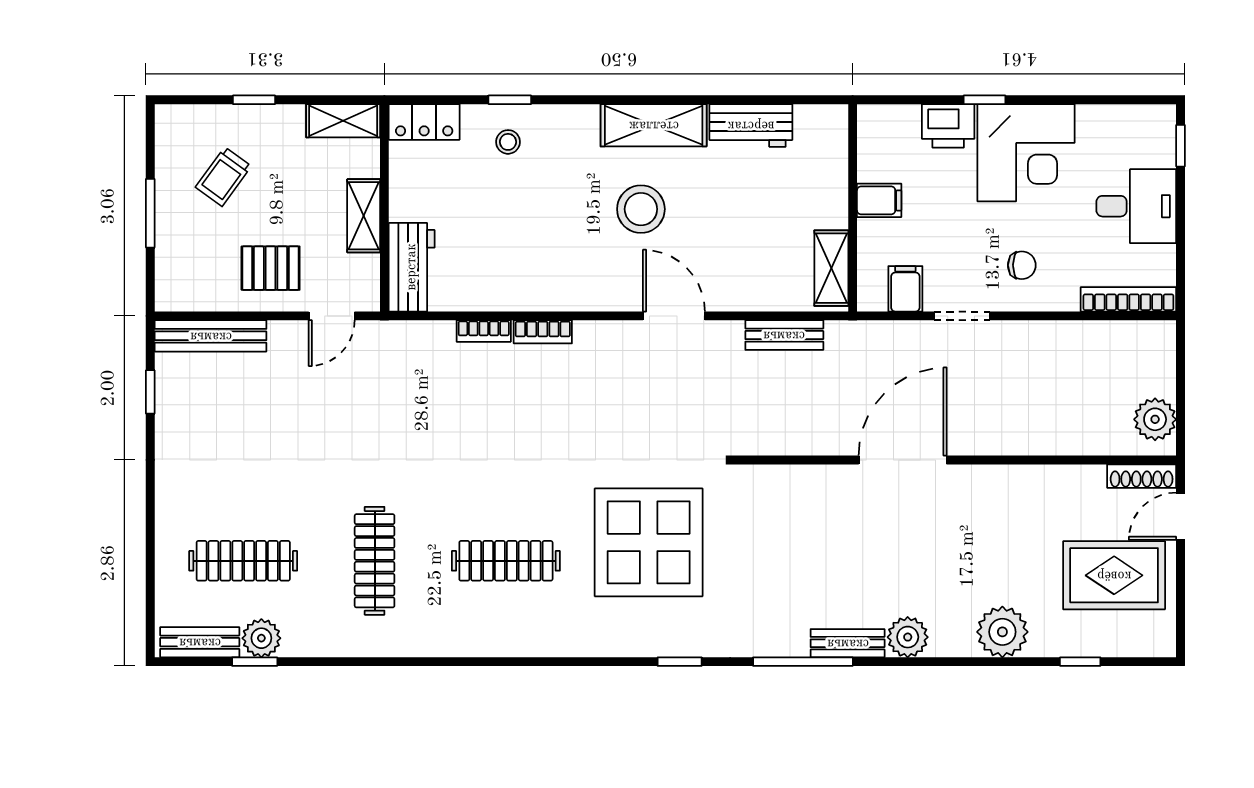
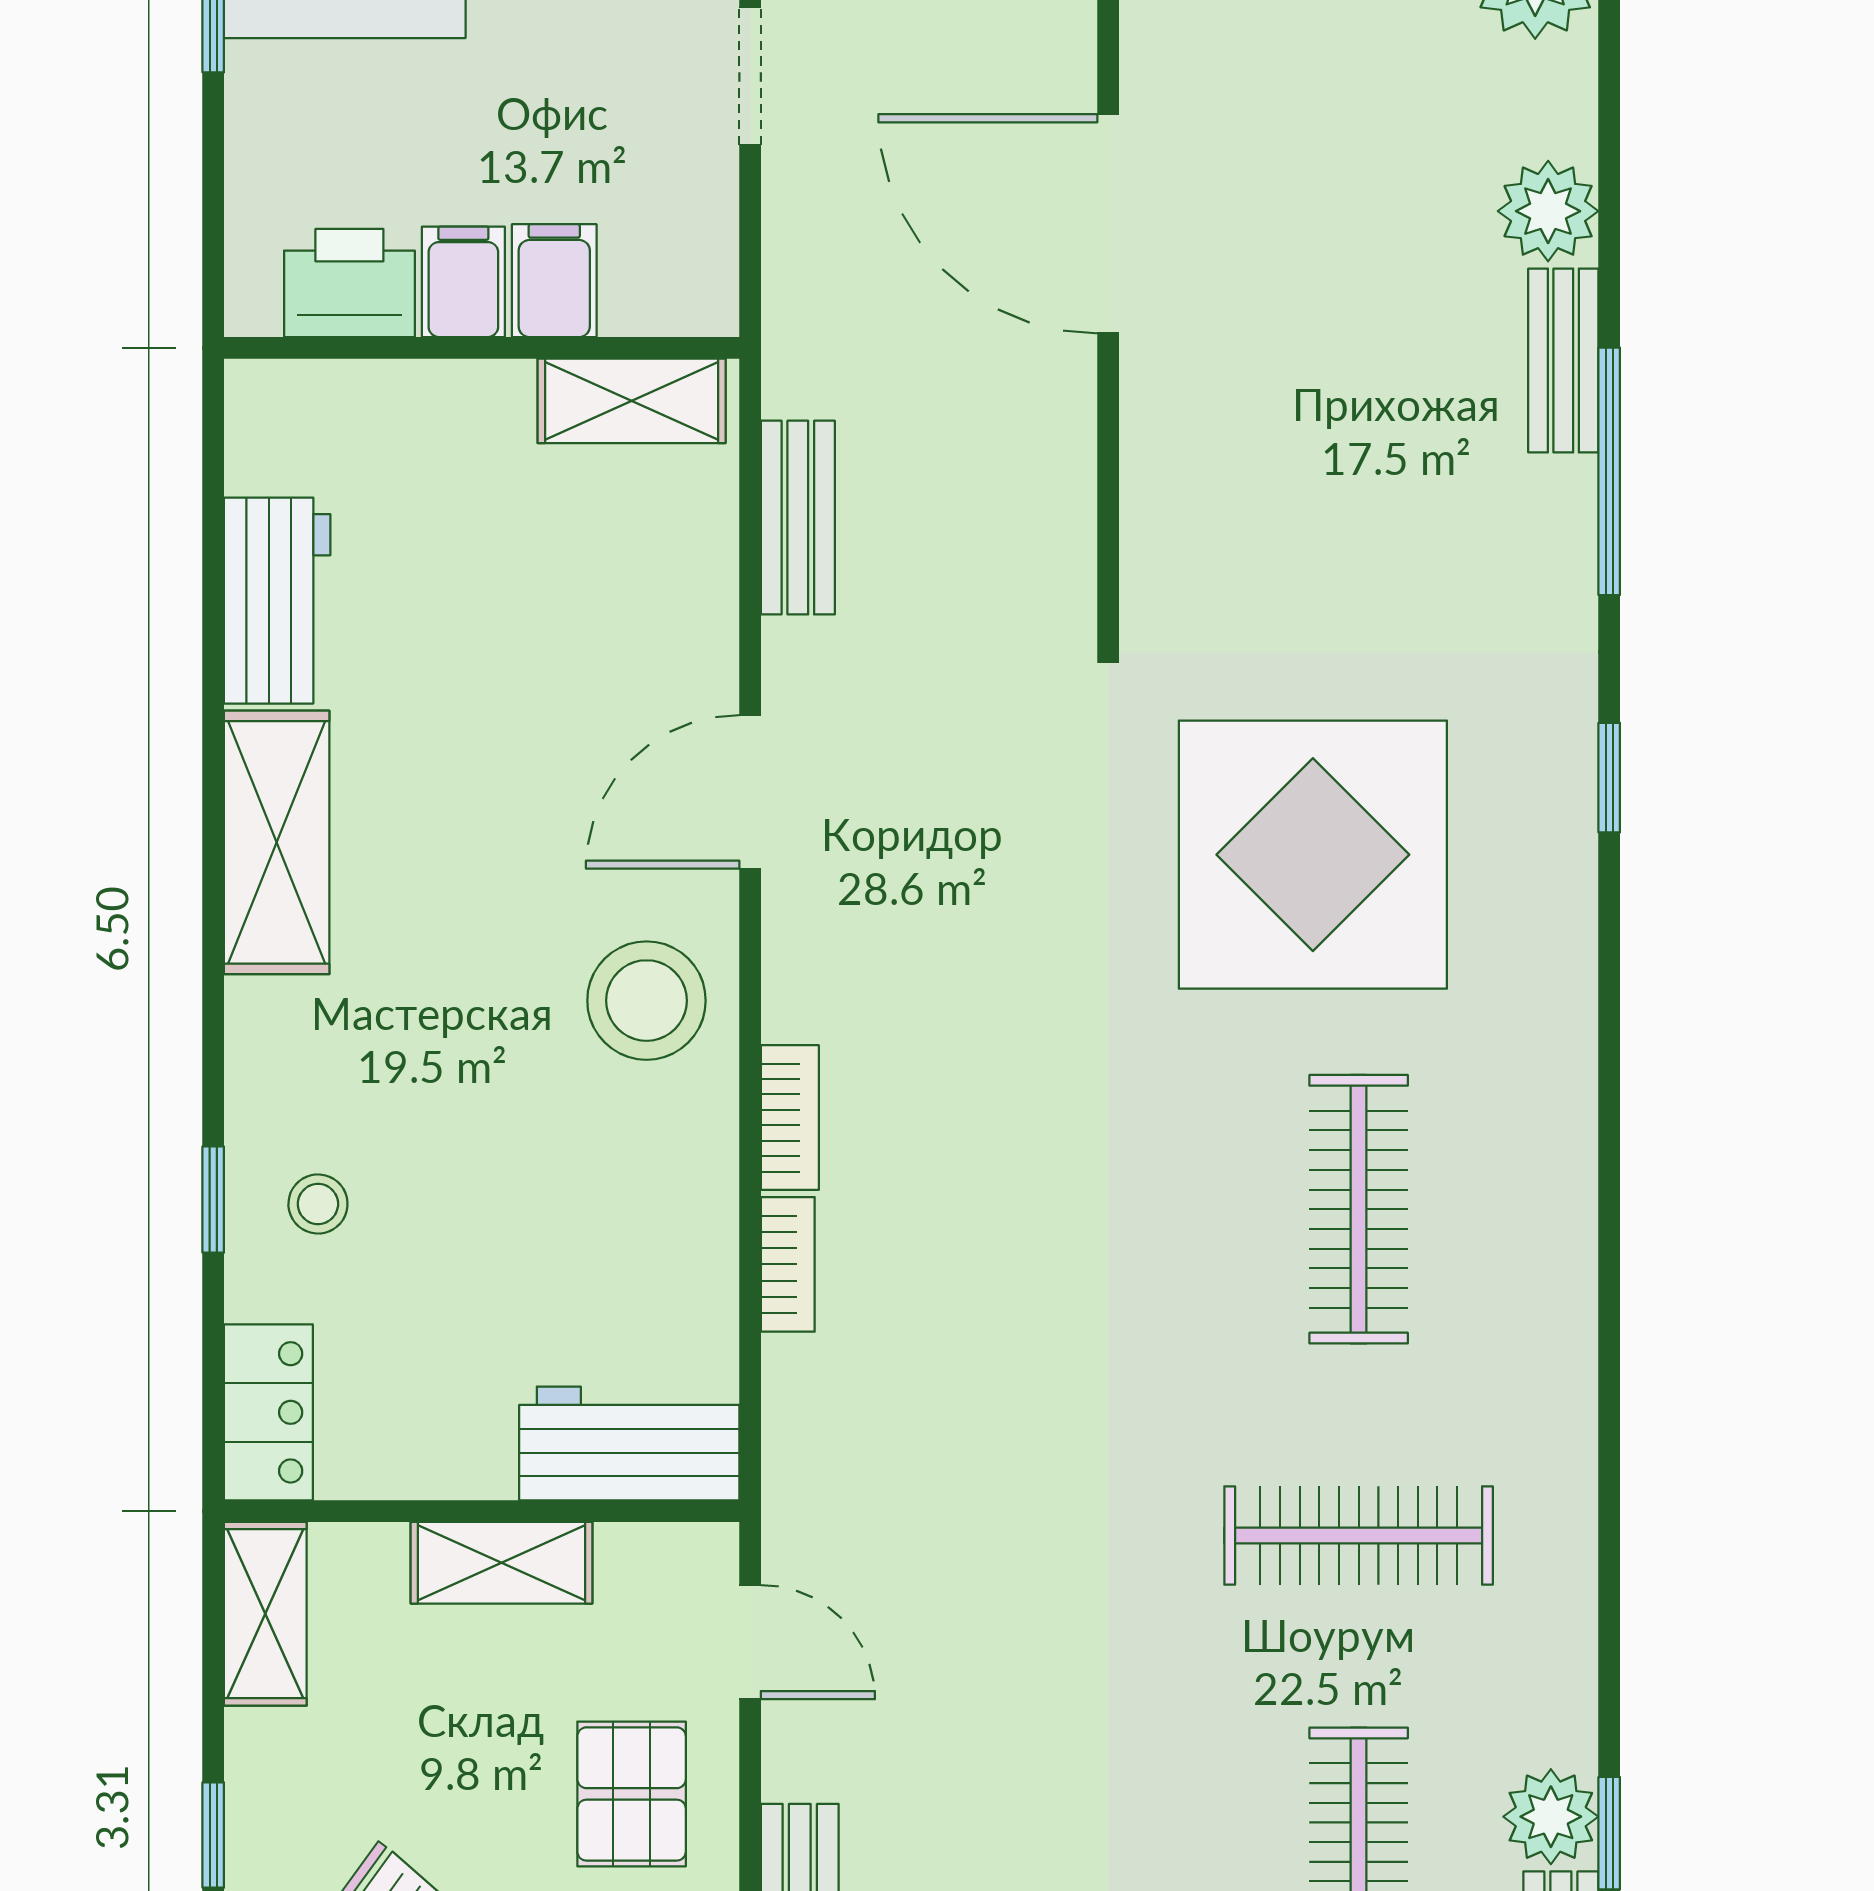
printer: (948, 126) -> (349, 283), moved, turned -90
stool: (641, 209) -> (646, 1001), moved
filing cabinet: (905, 289) -> (554, 281), moved, turned 90

